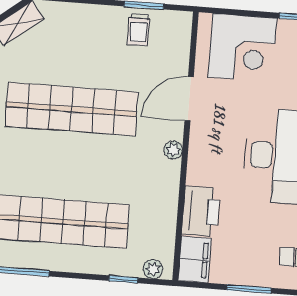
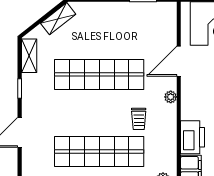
trolley: (138, 30) -> (139, 119), moved

